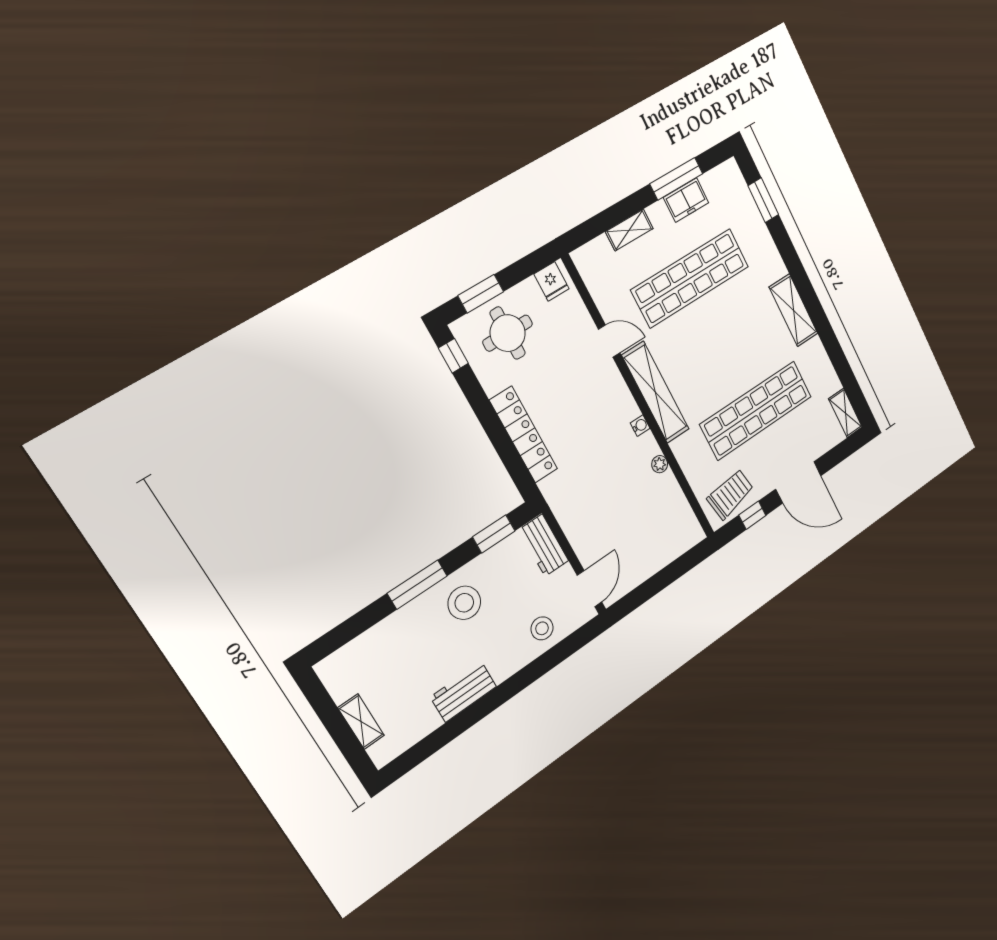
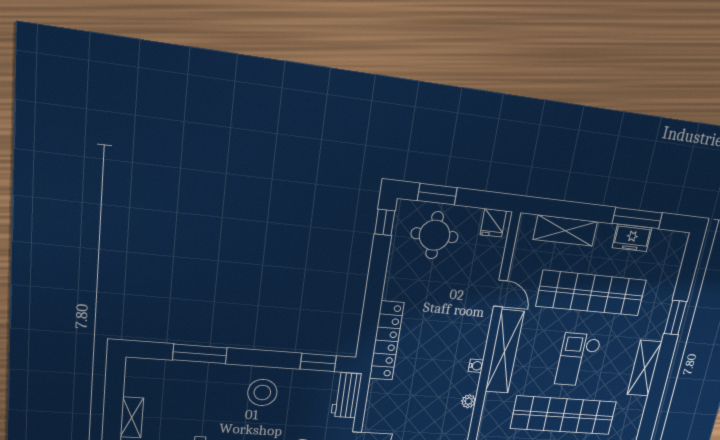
window: (763, 200) -> (675, 318), moved
shelving: (629, 230) -> (565, 231), width x1.50, depth x1.33
checkout: (728, 349) -> (578, 360), added
locker: (524, 435) -> (387, 341), moved
window: (417, 585) -> (200, 354), moved

